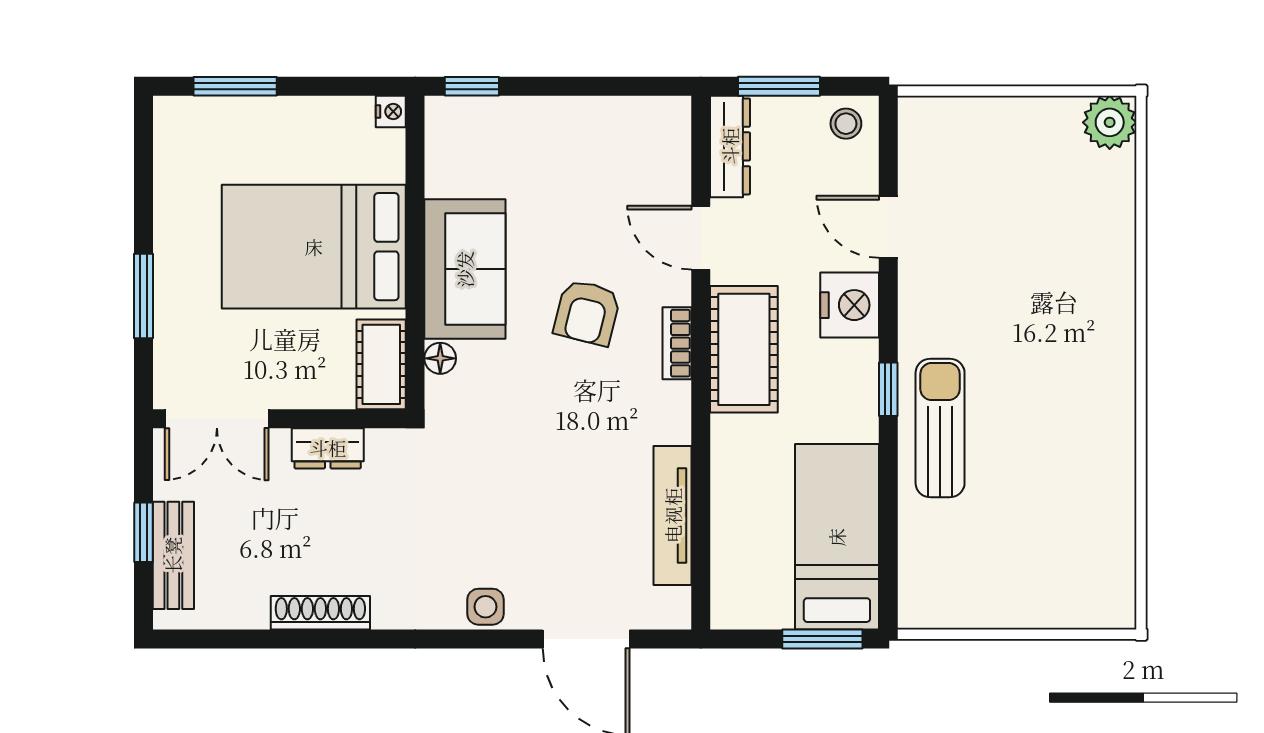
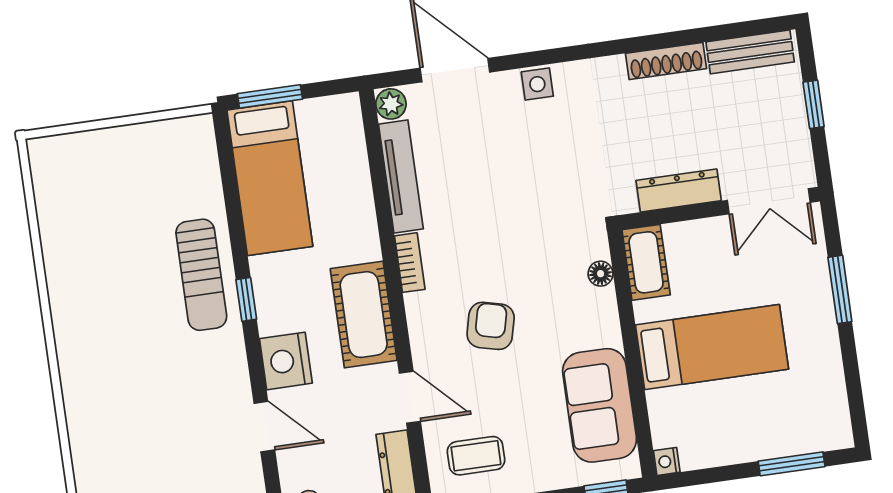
coffee table: (628, 153) -> (476, 456), added
bed: (314, 247) -> (712, 347), width x0.67
sofa: (465, 269) -> (600, 405), moved
bookcase: (677, 343) -> (410, 263), moved
double door: (217, 419) -> (769, 201), swing flipped
dresser: (328, 448) -> (679, 191), width x1.44
bench: (173, 555) -> (750, 52), moved, turned 90
plant: (672, 608) -> (391, 104), added

